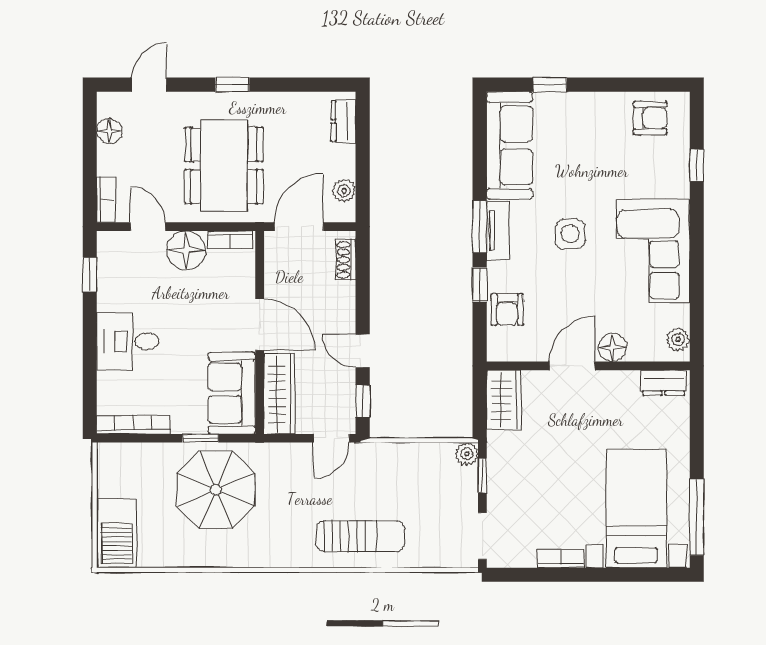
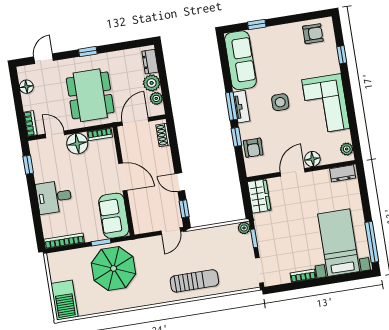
plant: (340, 161) -> (152, 83), added
wardrobe: (279, 394) -> (139, 212), removed

